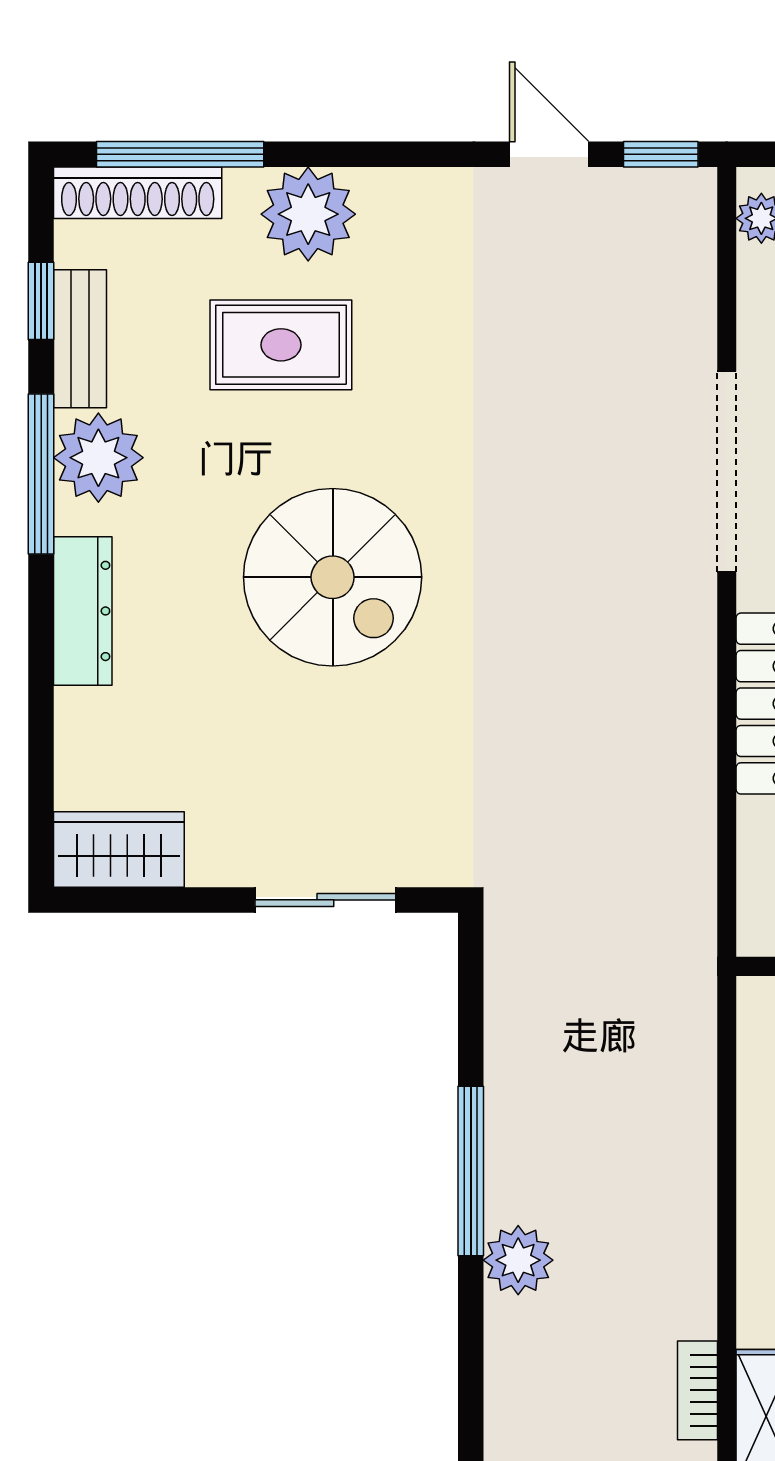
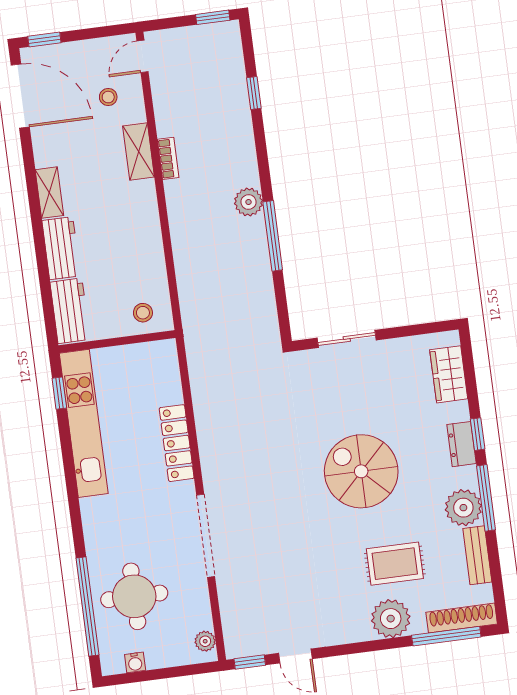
window: (41, 301) -> (478, 434), moved
dresser: (83, 611) -> (462, 444), width x0.70
wardrobe: (119, 849) -> (449, 374), moved, turned 90

